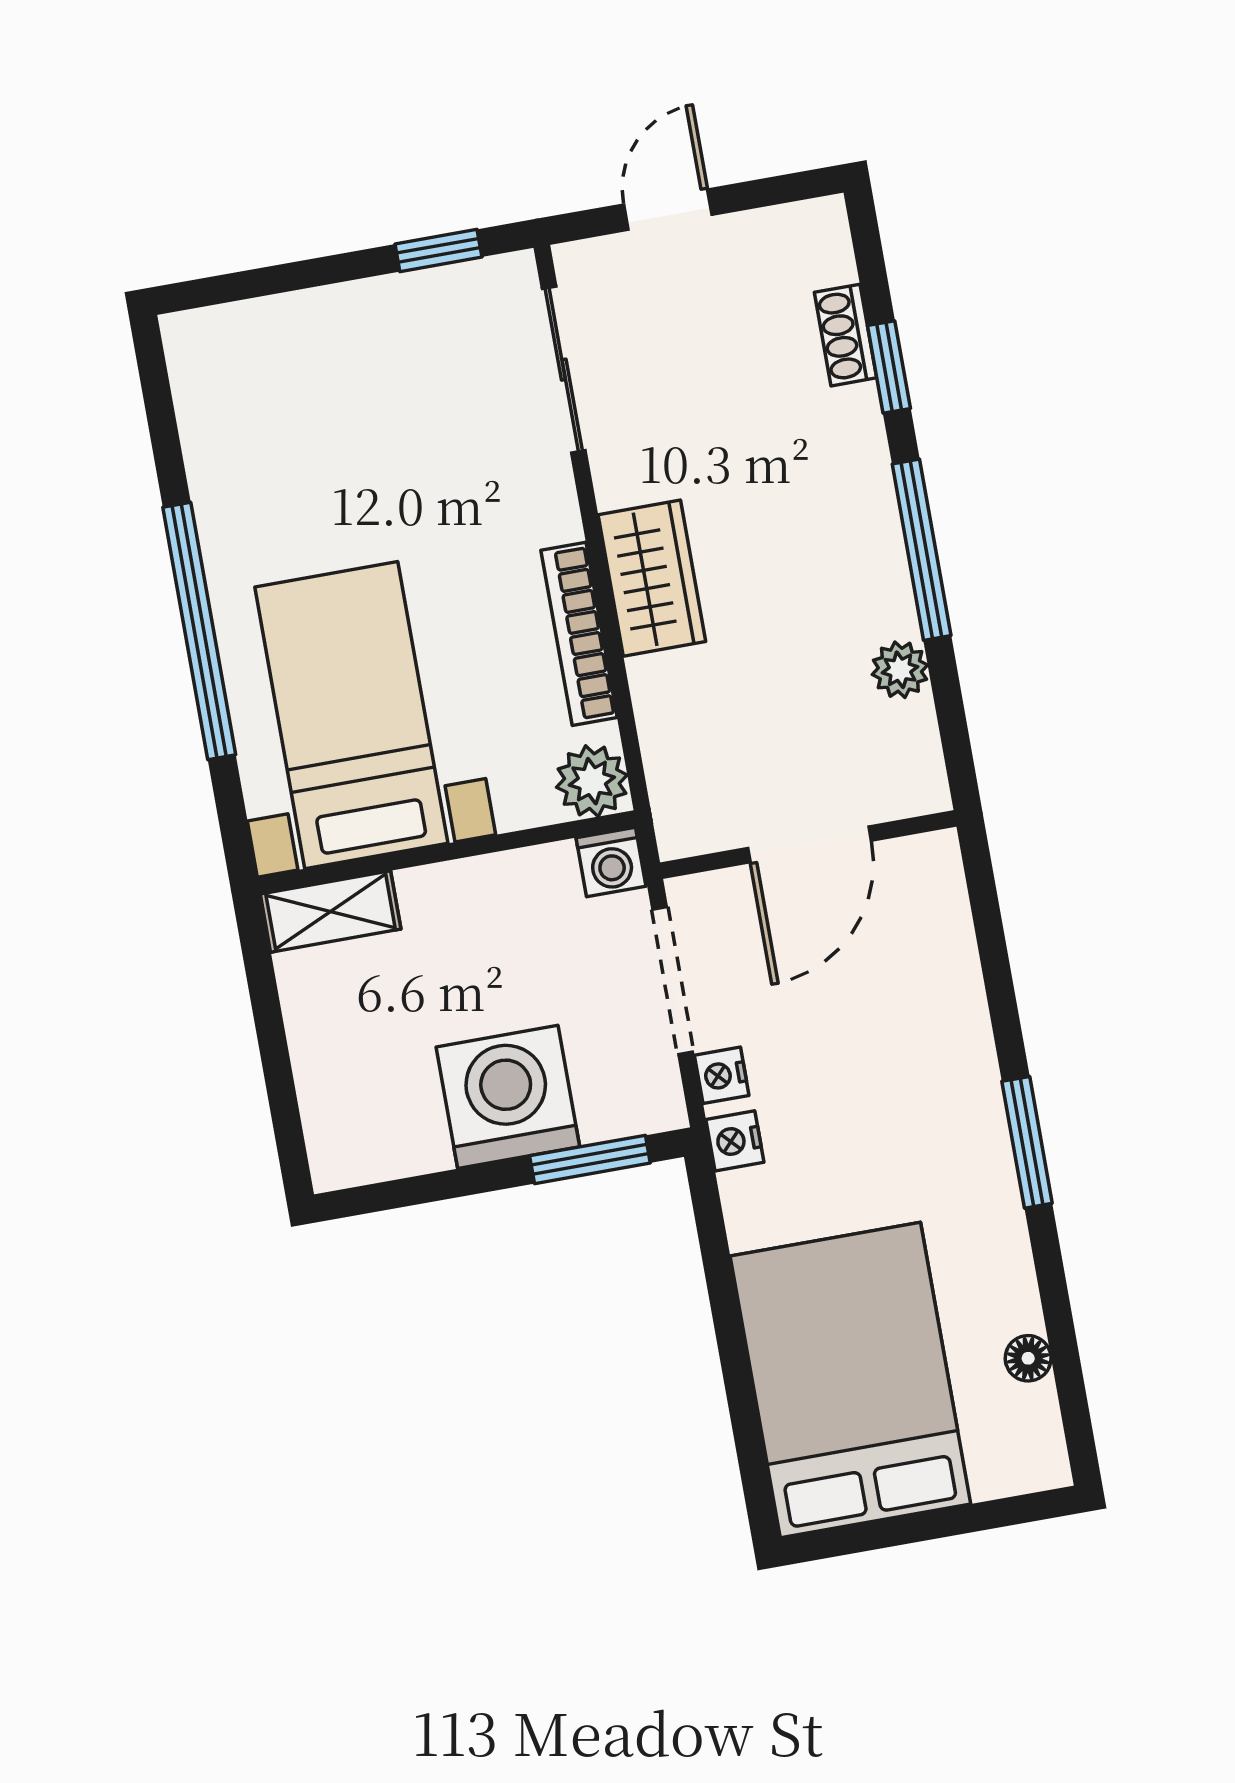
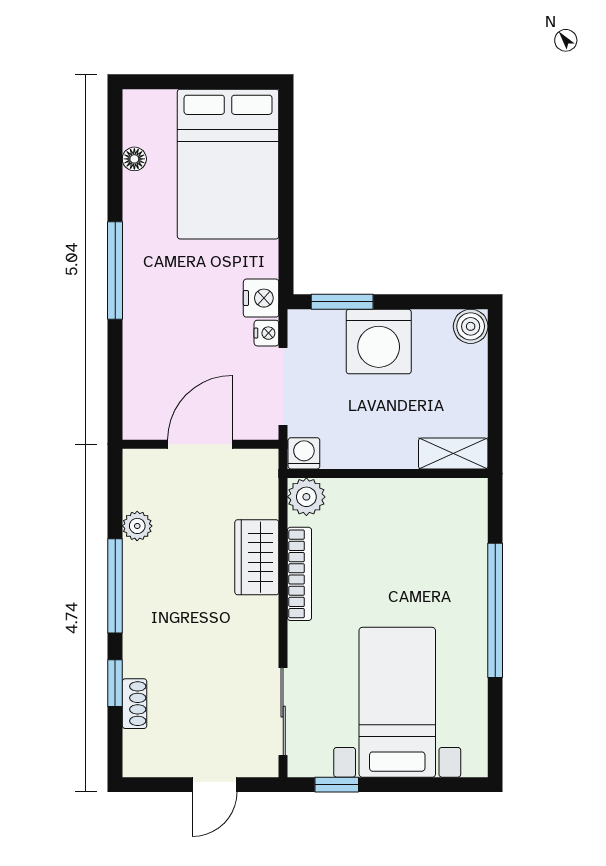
wardrobe: (652, 578) -> (257, 557), moved
bed with nightstands: (351, 715) -> (397, 702), moved, turned 180
nightstand: (735, 1141) -> (261, 298), width x1.39, depth x1.35
window: (1027, 1142) -> (115, 270), width x1.44
boiler: (340, 1156) -> (471, 326), added

